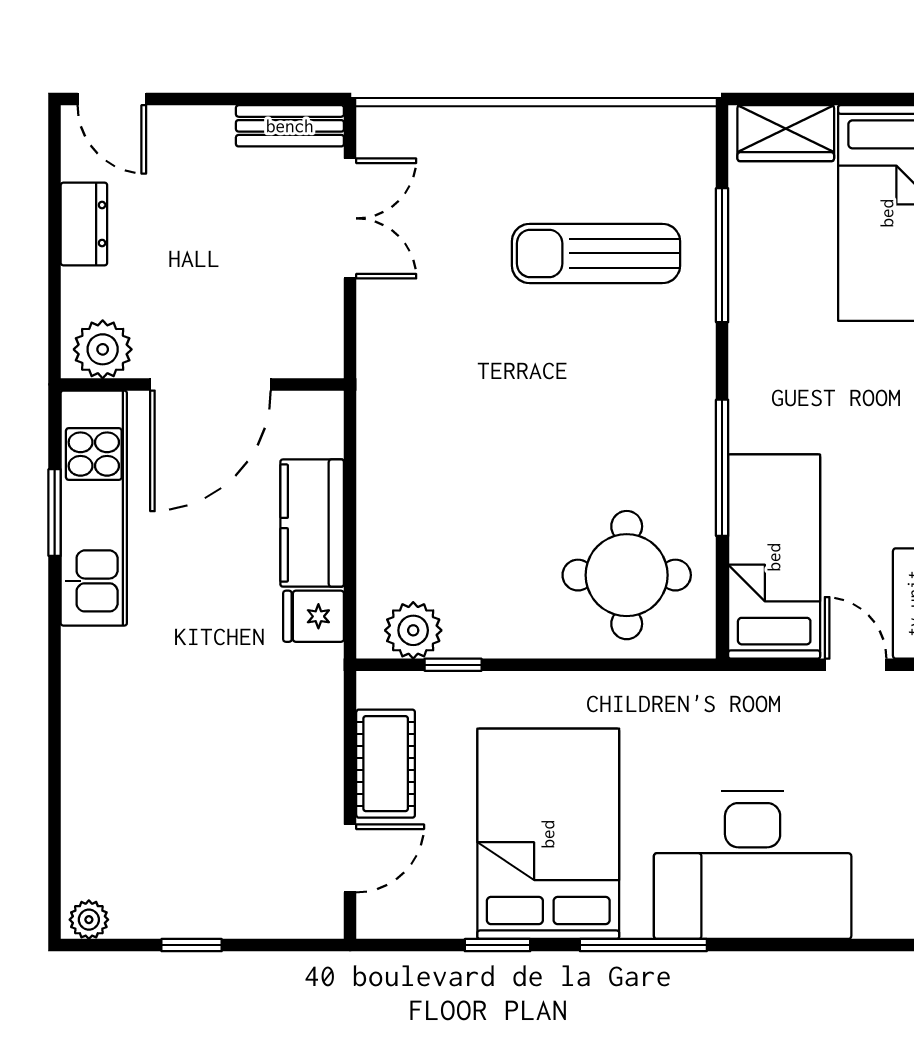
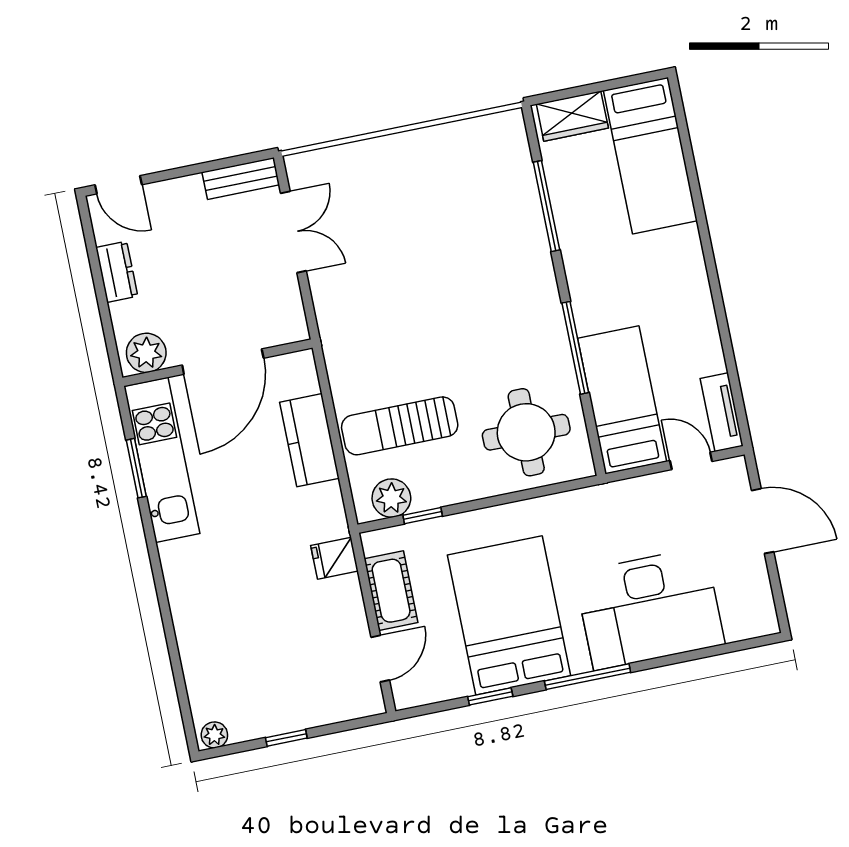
sun lounger: (596, 253) -> (400, 426), moved
fridge: (314, 616) -> (334, 558), moved

